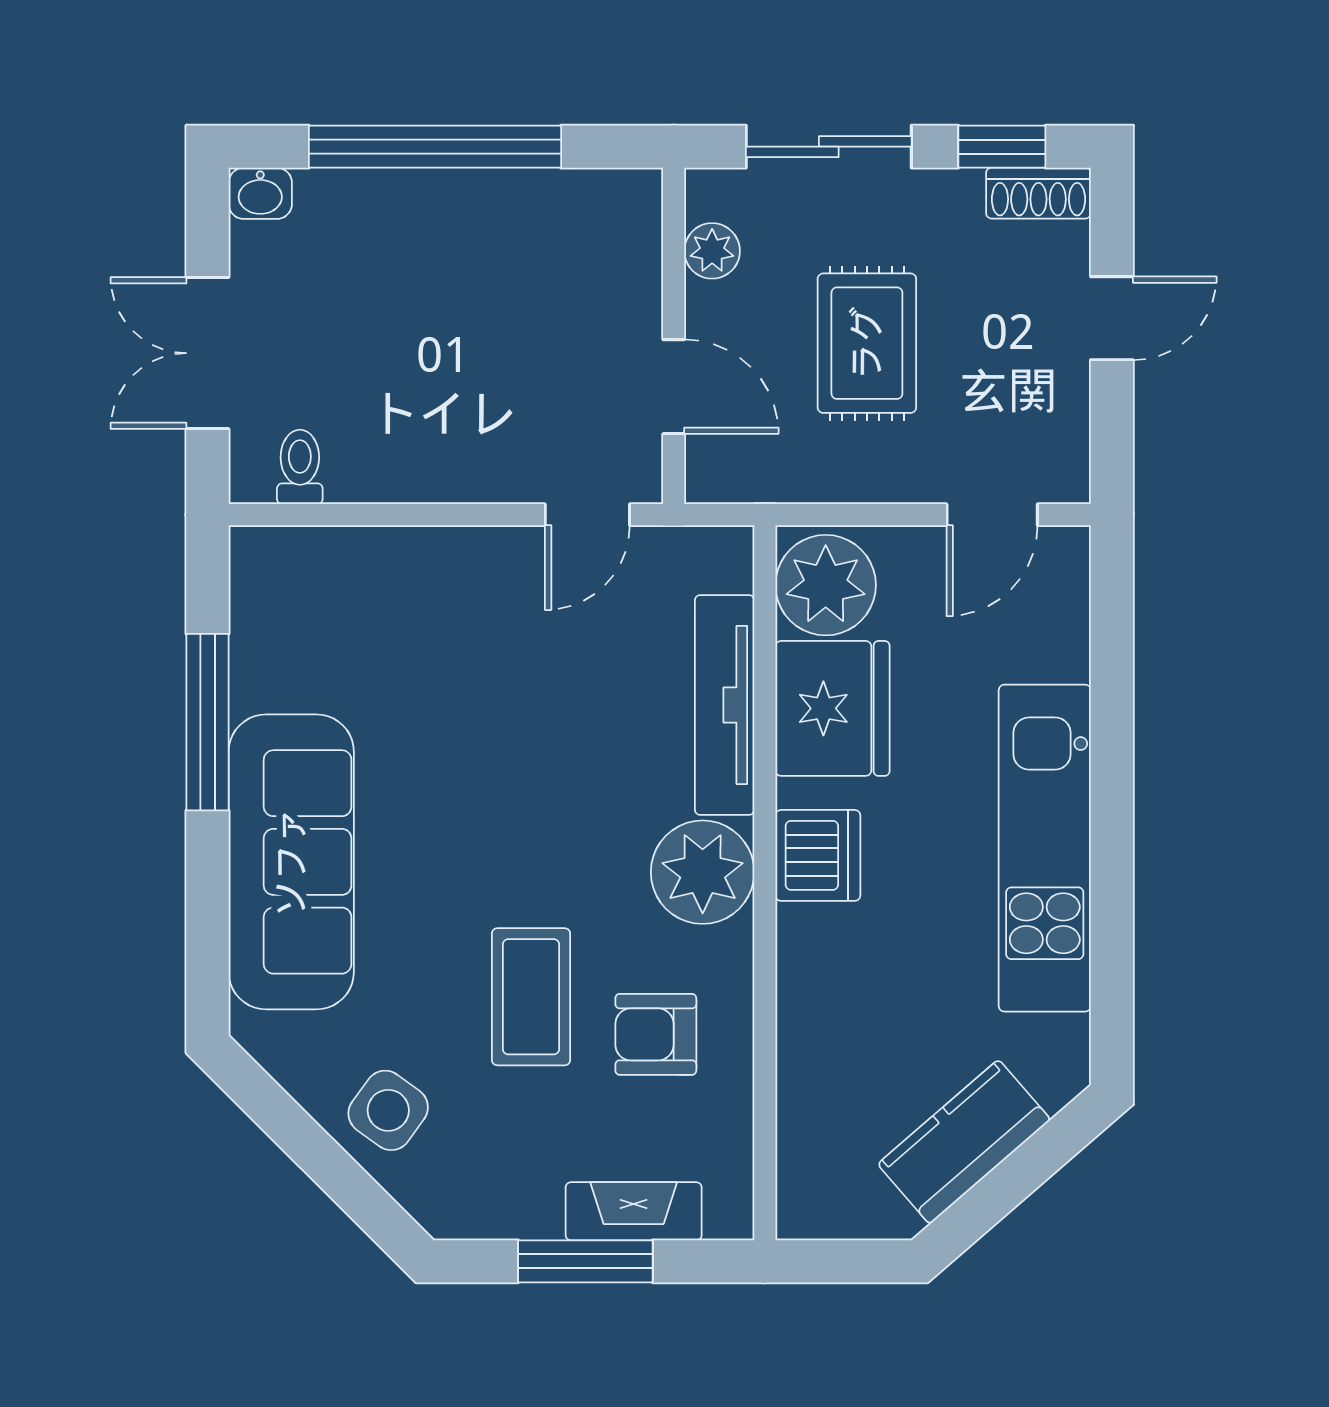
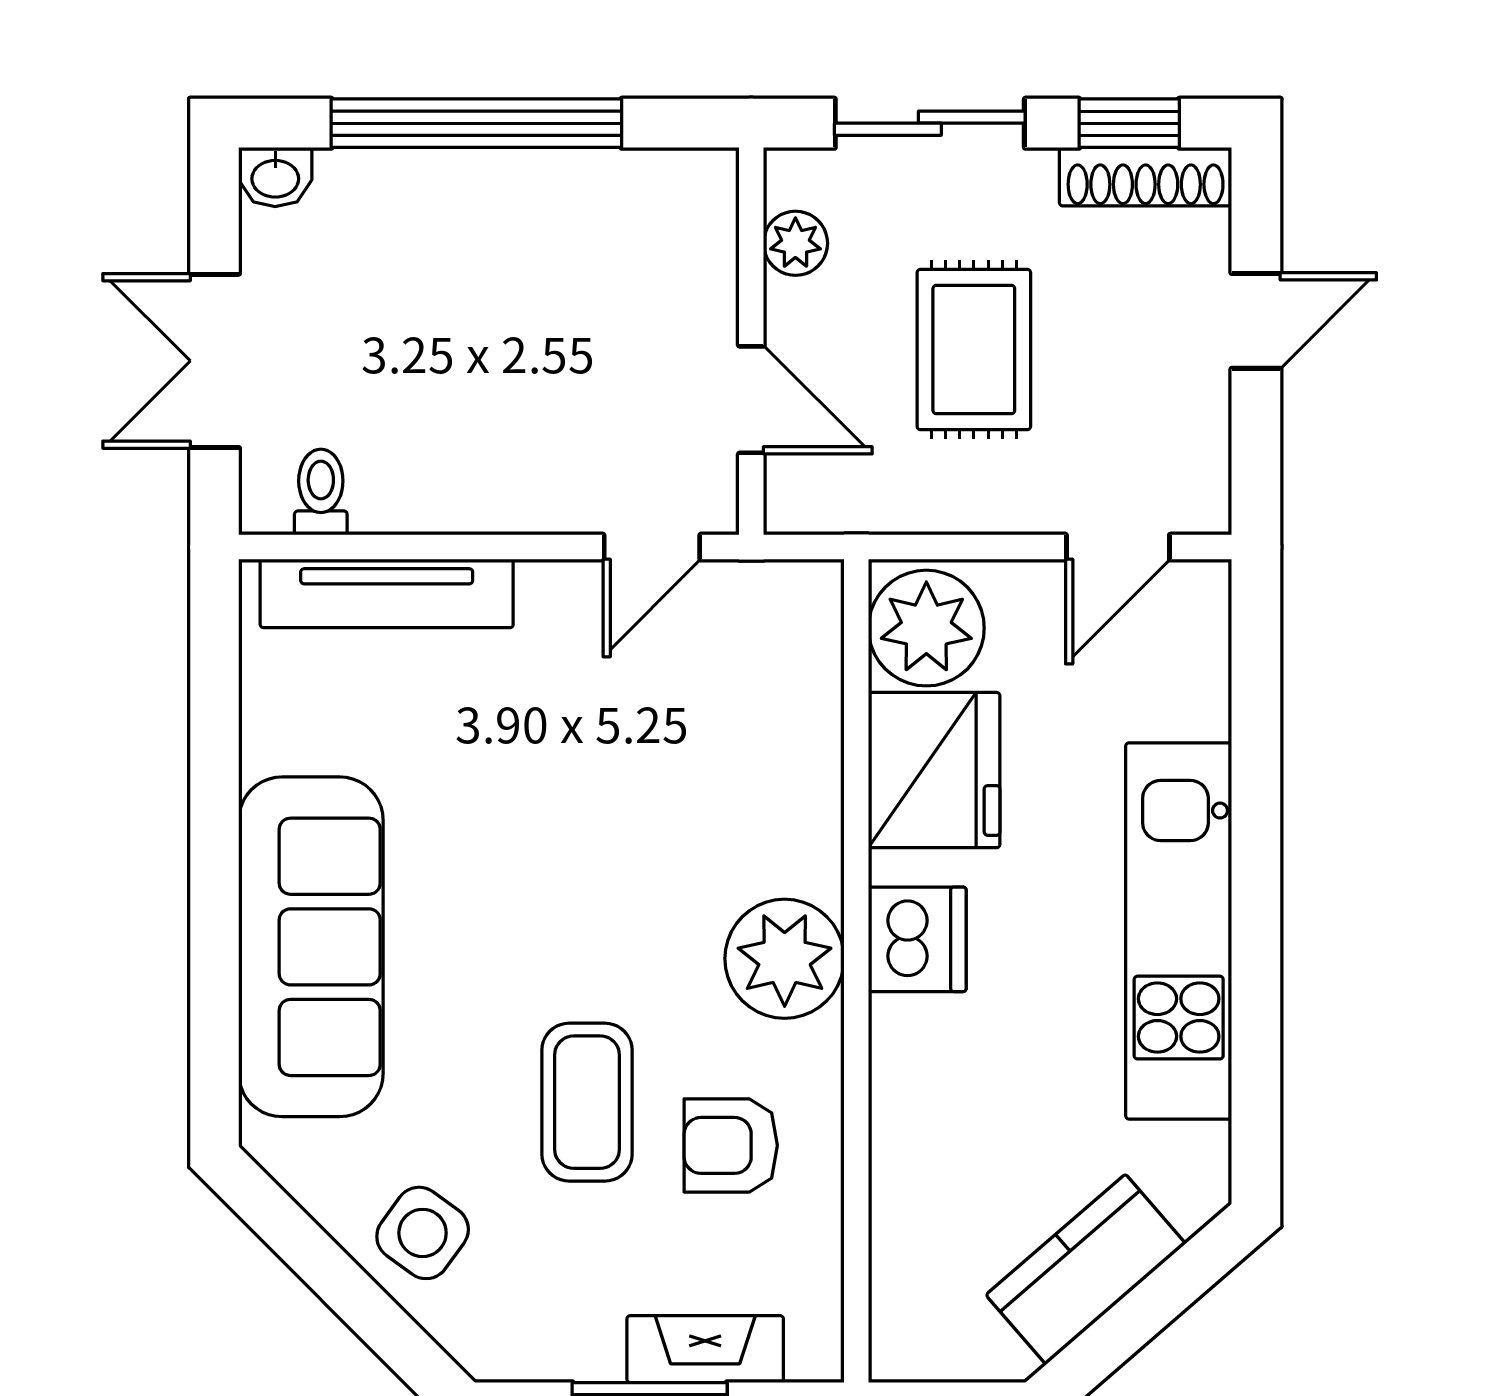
shoe rack: (1038, 193) -> (1146, 177), width x1.43
tv unit: (725, 705) -> (387, 593), moved, turned -90
window: (208, 722) -> (214, 786), removed

